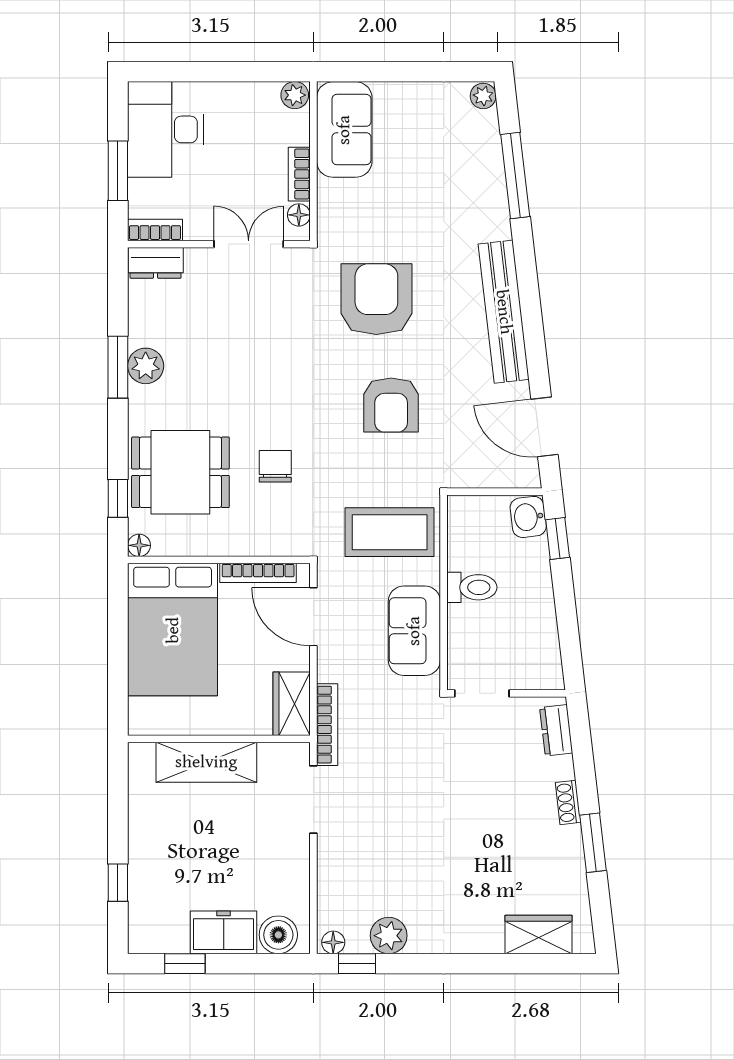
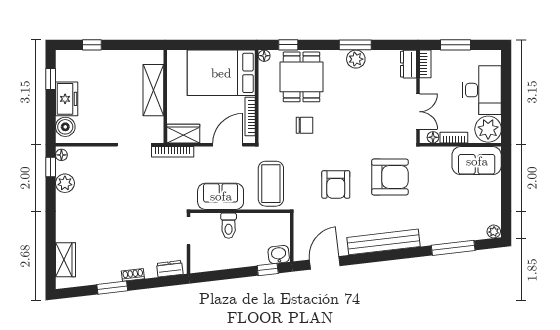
plant: (295, 95) -> (488, 129), width x1.88, depth x1.88
desk: (166, 129) -> (482, 90), moved, turned 90
armchair: (391, 405) -> (336, 184), turned -90
toilet: (472, 587) -> (229, 226), moved

